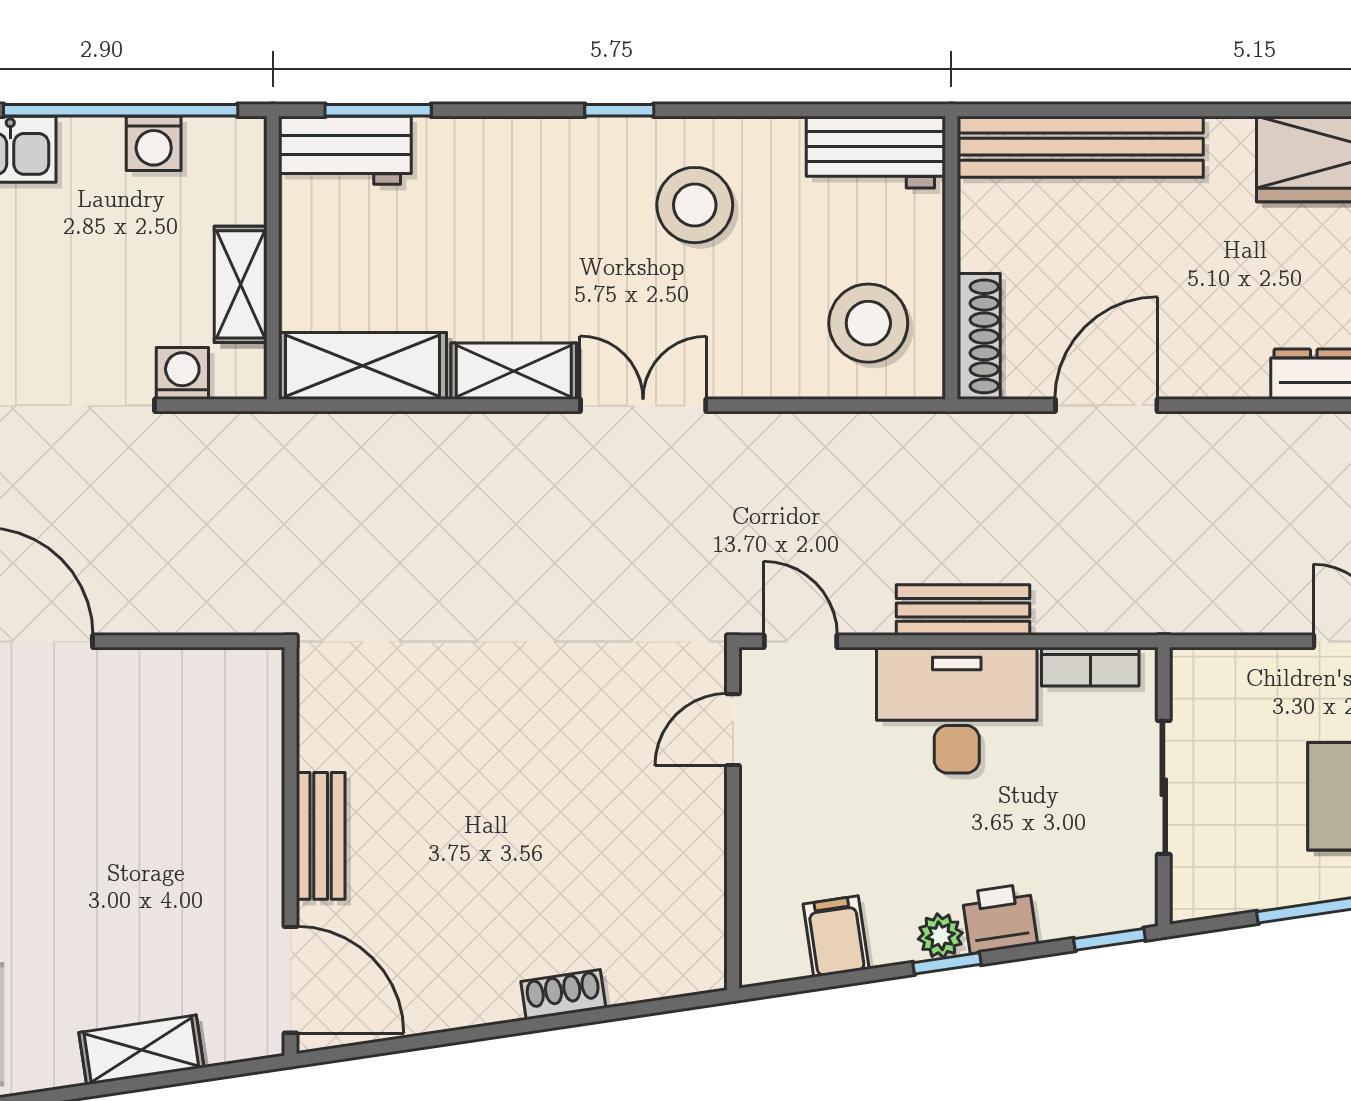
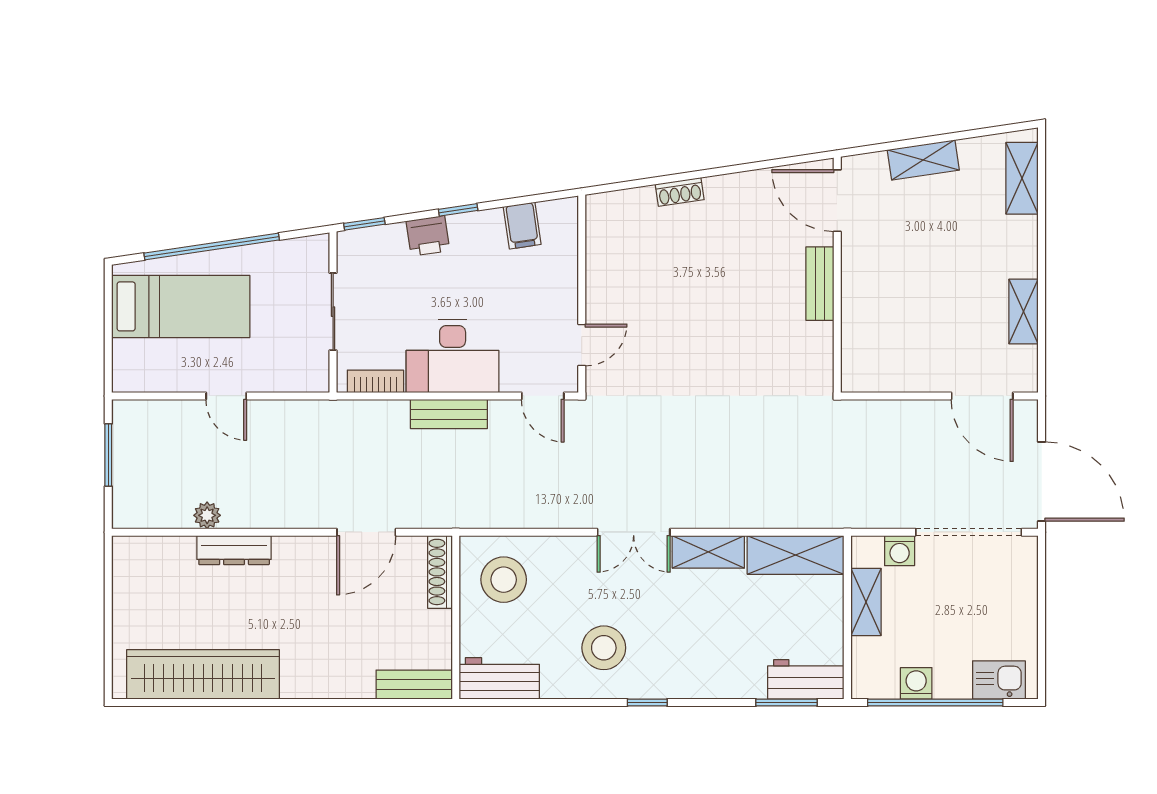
bench: (1080, 147) -> (414, 685), width x0.54, depth x0.82
plant: (940, 936) -> (462, 226), removed

